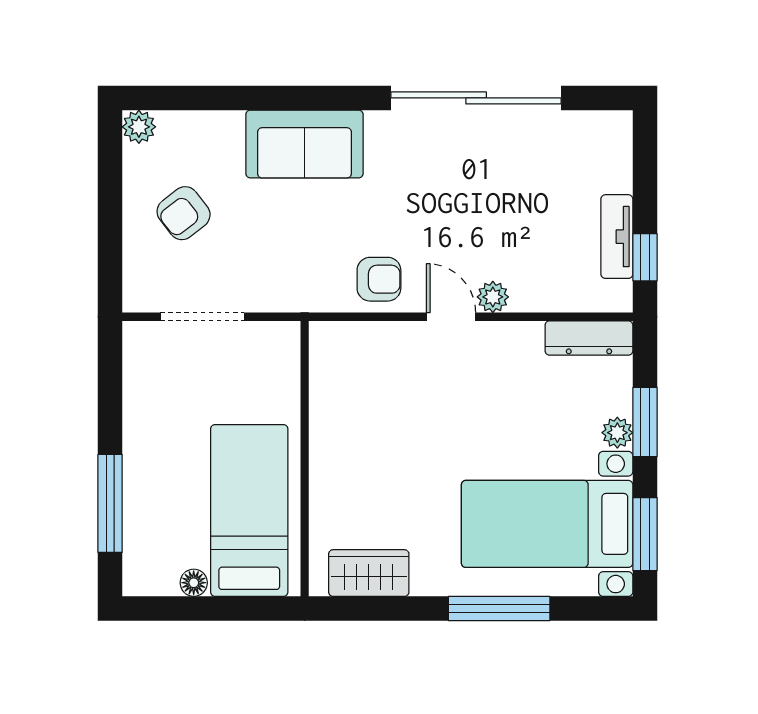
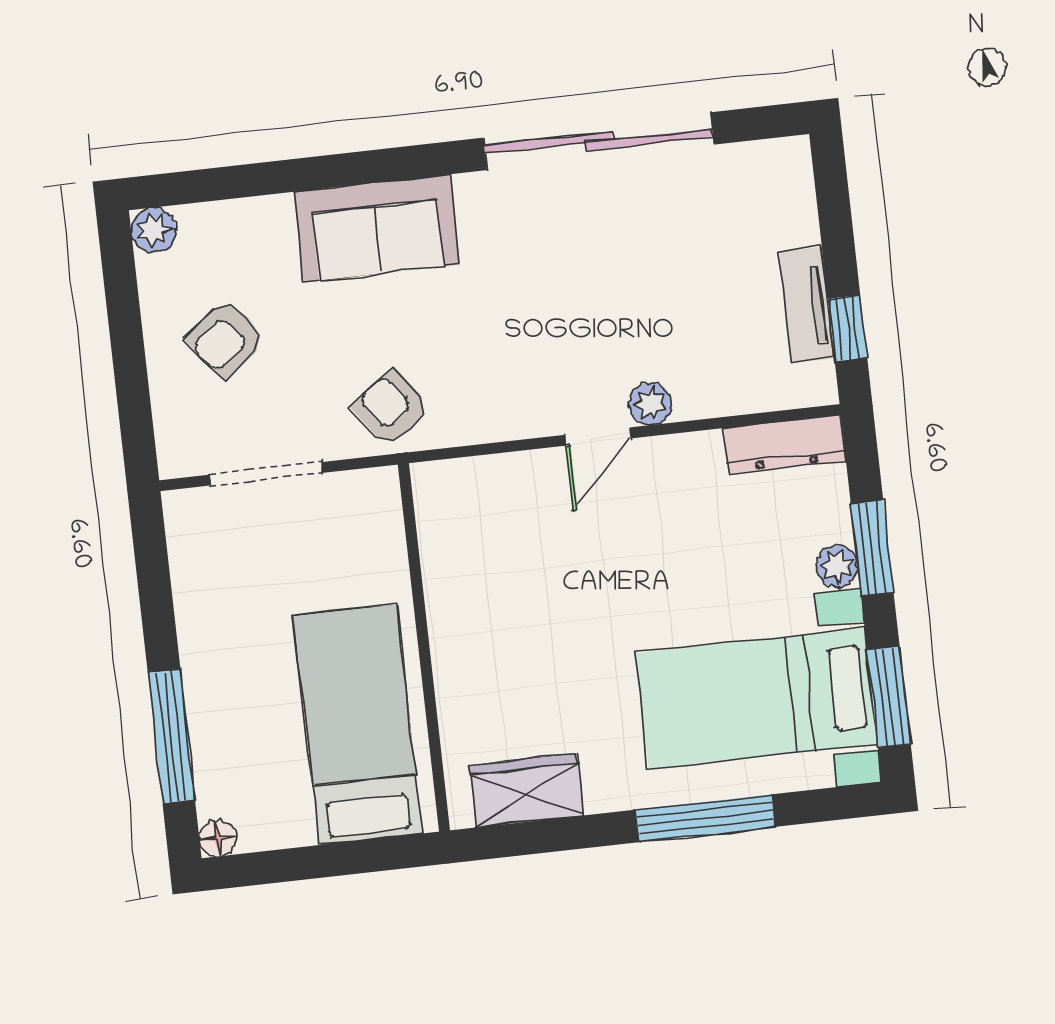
armchair: (379, 279) -> (391, 408), moved, turned -126
door: (451, 317) -> (598, 437), swing flipped
floor lamp: (194, 583) -> (218, 838), moved

